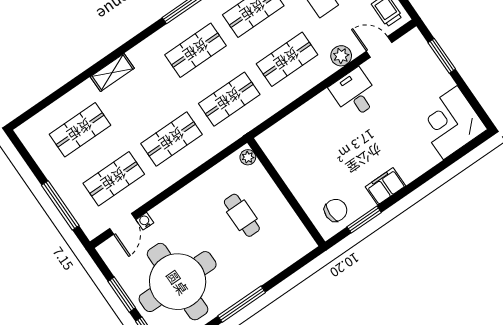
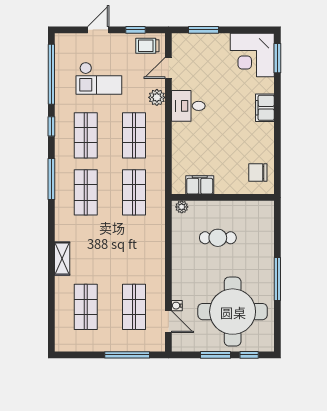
shop shelf: (172, 139) -> (134, 250), removed
filing cabinet: (283, 160) -> (200, 185), added
filing cabinet: (385, 186) -> (265, 108), moved
chair: (336, 210) -> (258, 173), turned -90
window: (364, 220) -> (277, 58), moved

